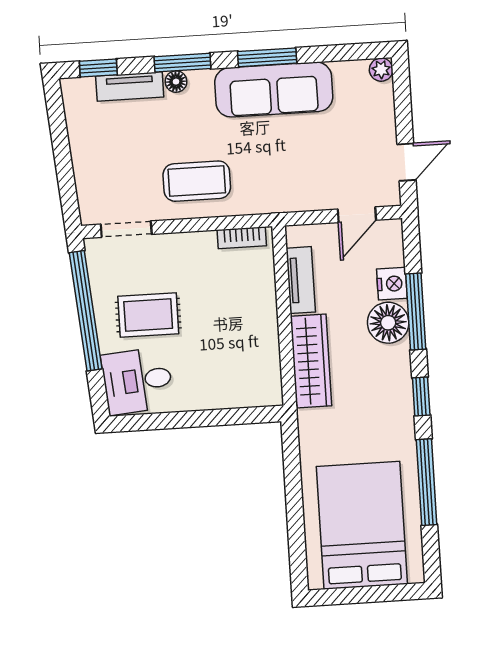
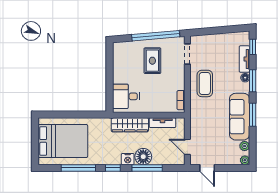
plant: (346, 73) -> (245, 146), added
nightstand: (392, 284) -> (128, 159), moved
desk: (137, 381) -> (126, 96), moved, turned -85

